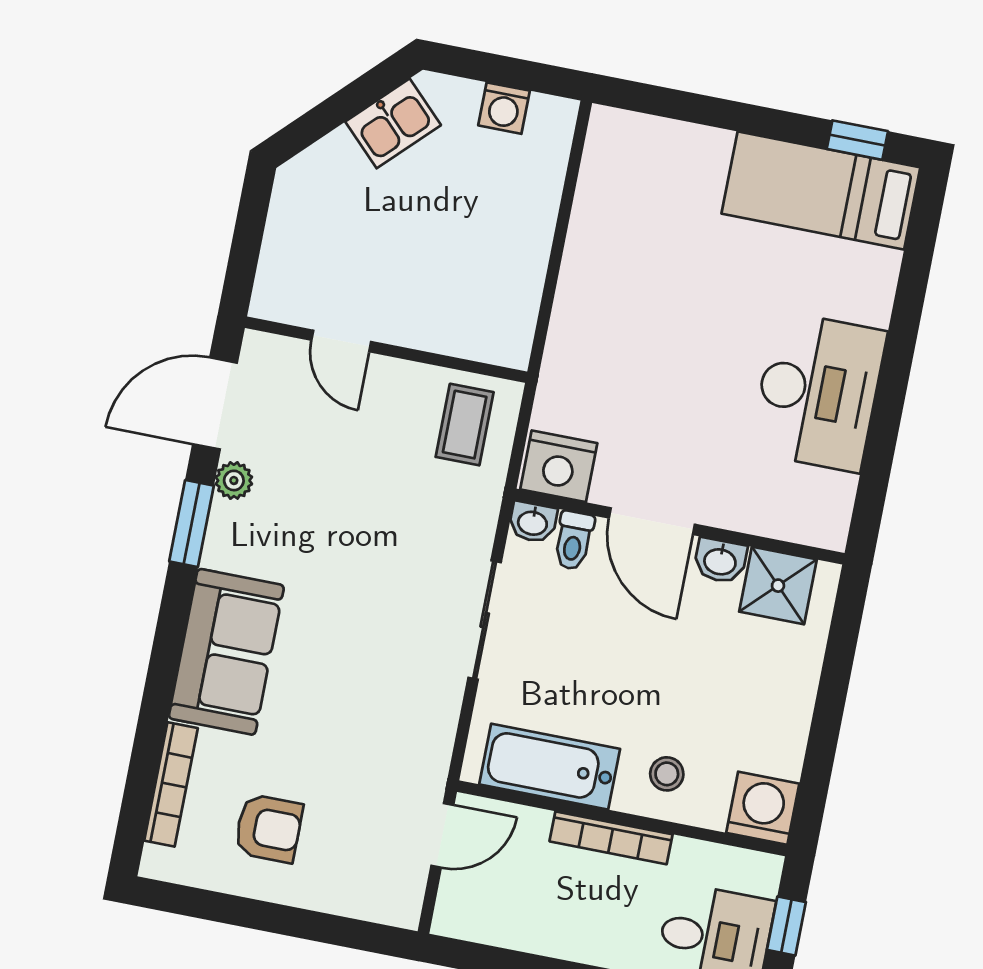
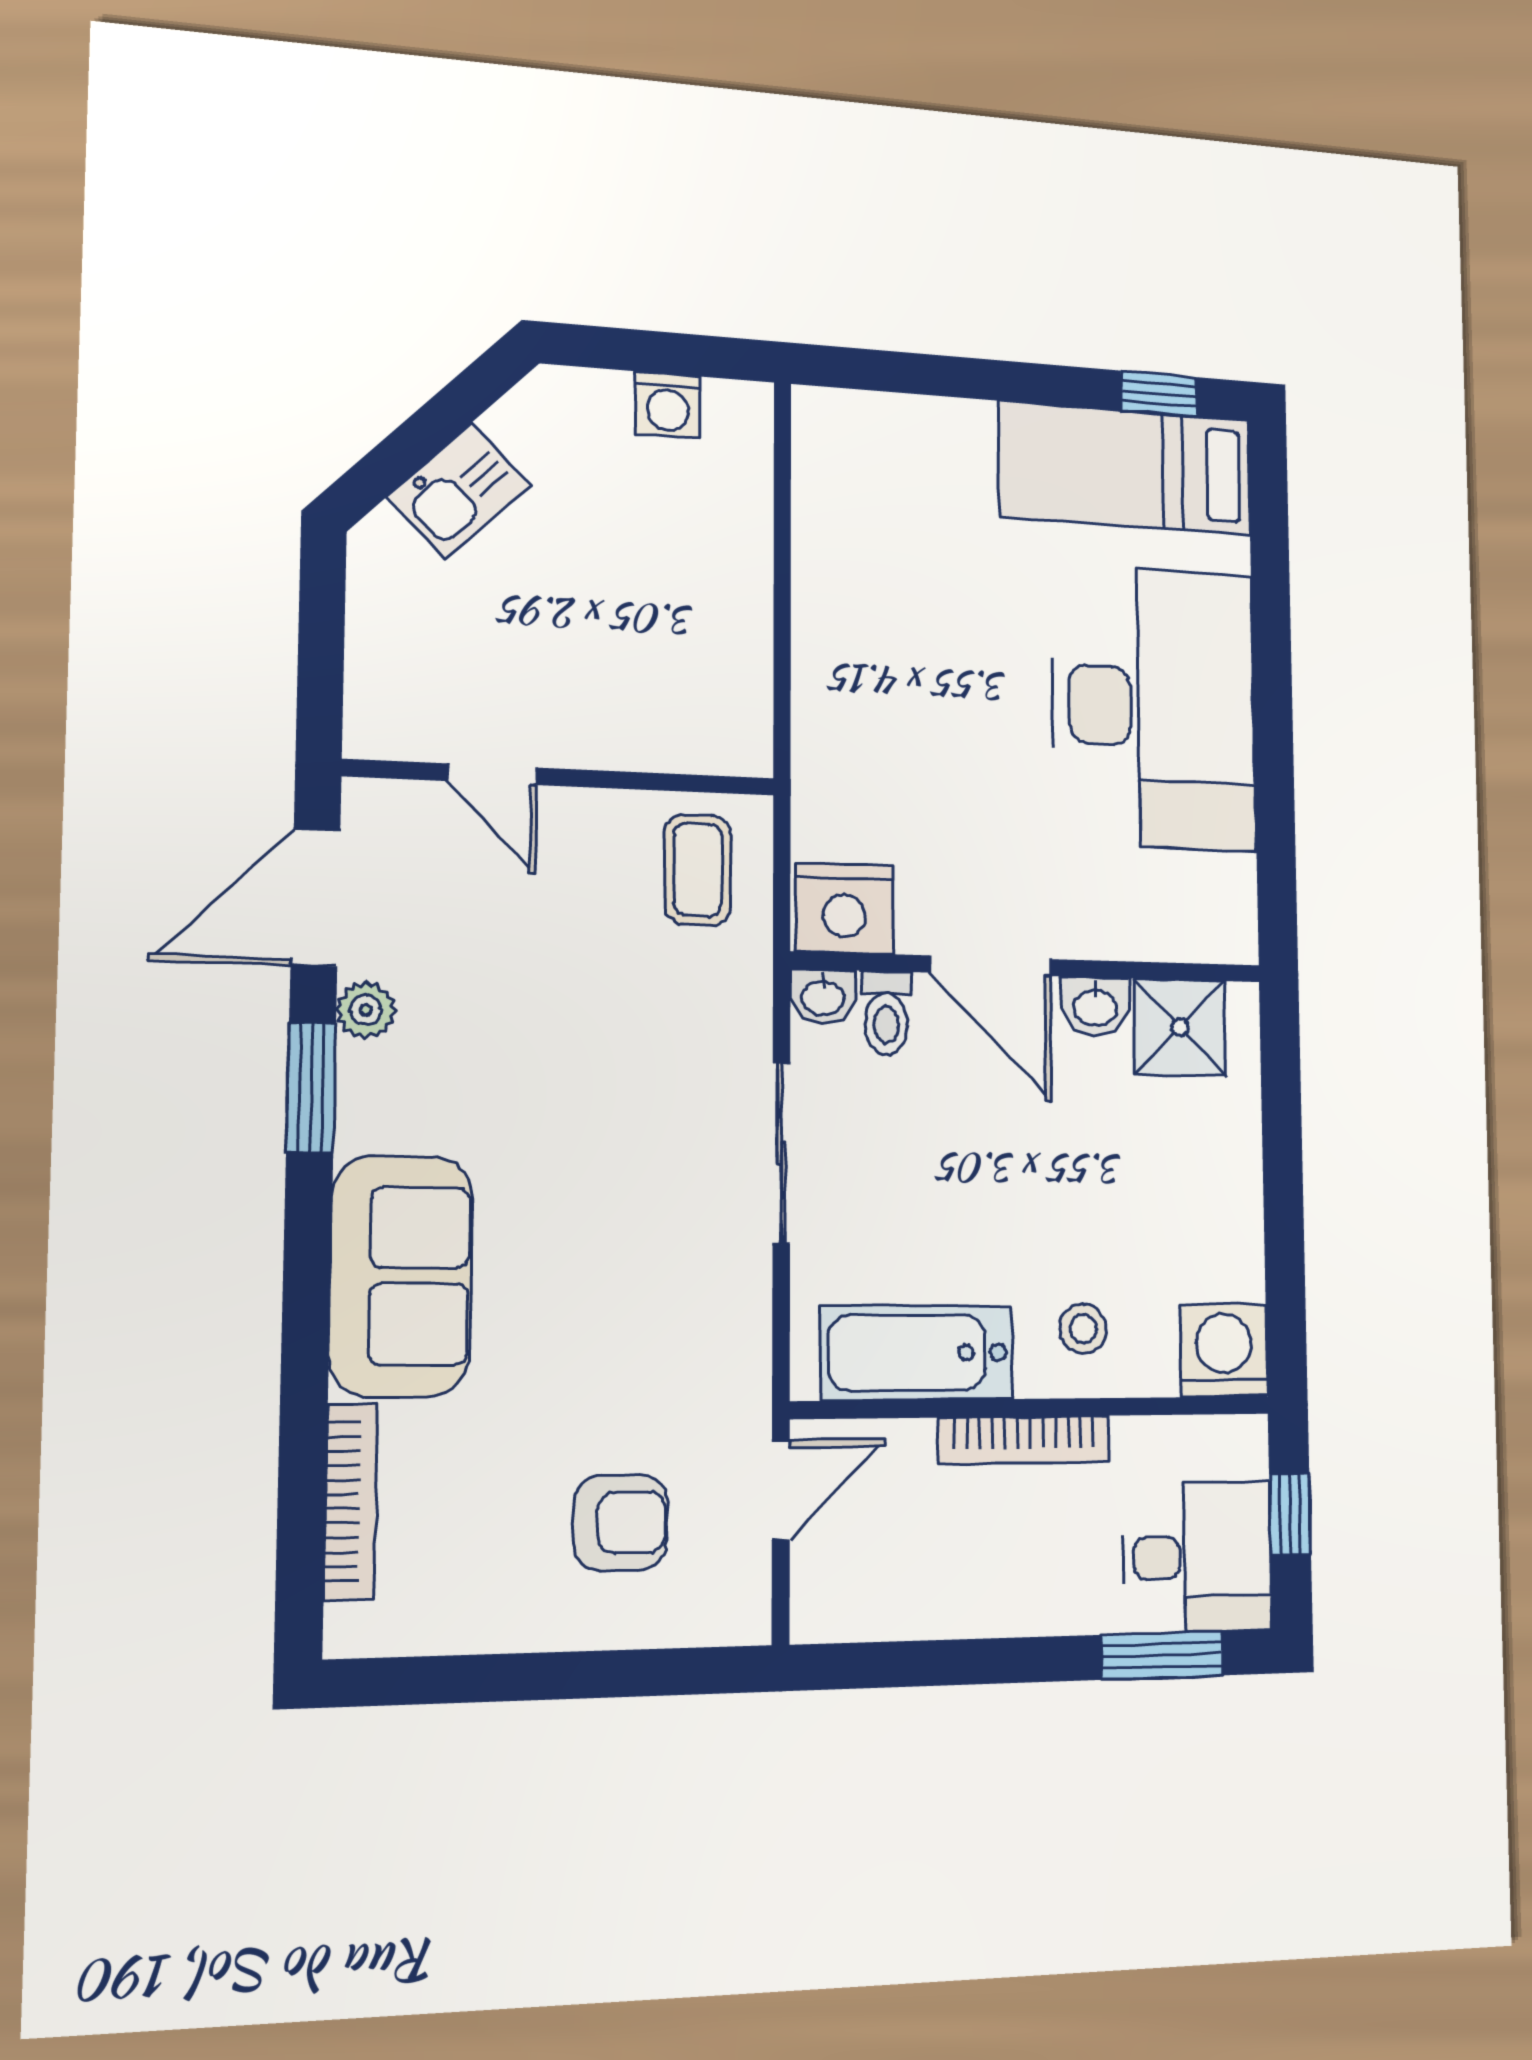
kitchen sink: (393, 123) -> (459, 491), moved
desk: (818, 392) -> (1154, 708), width x1.36, depth x1.30
armchair: (269, 828) -> (620, 1523), moved

